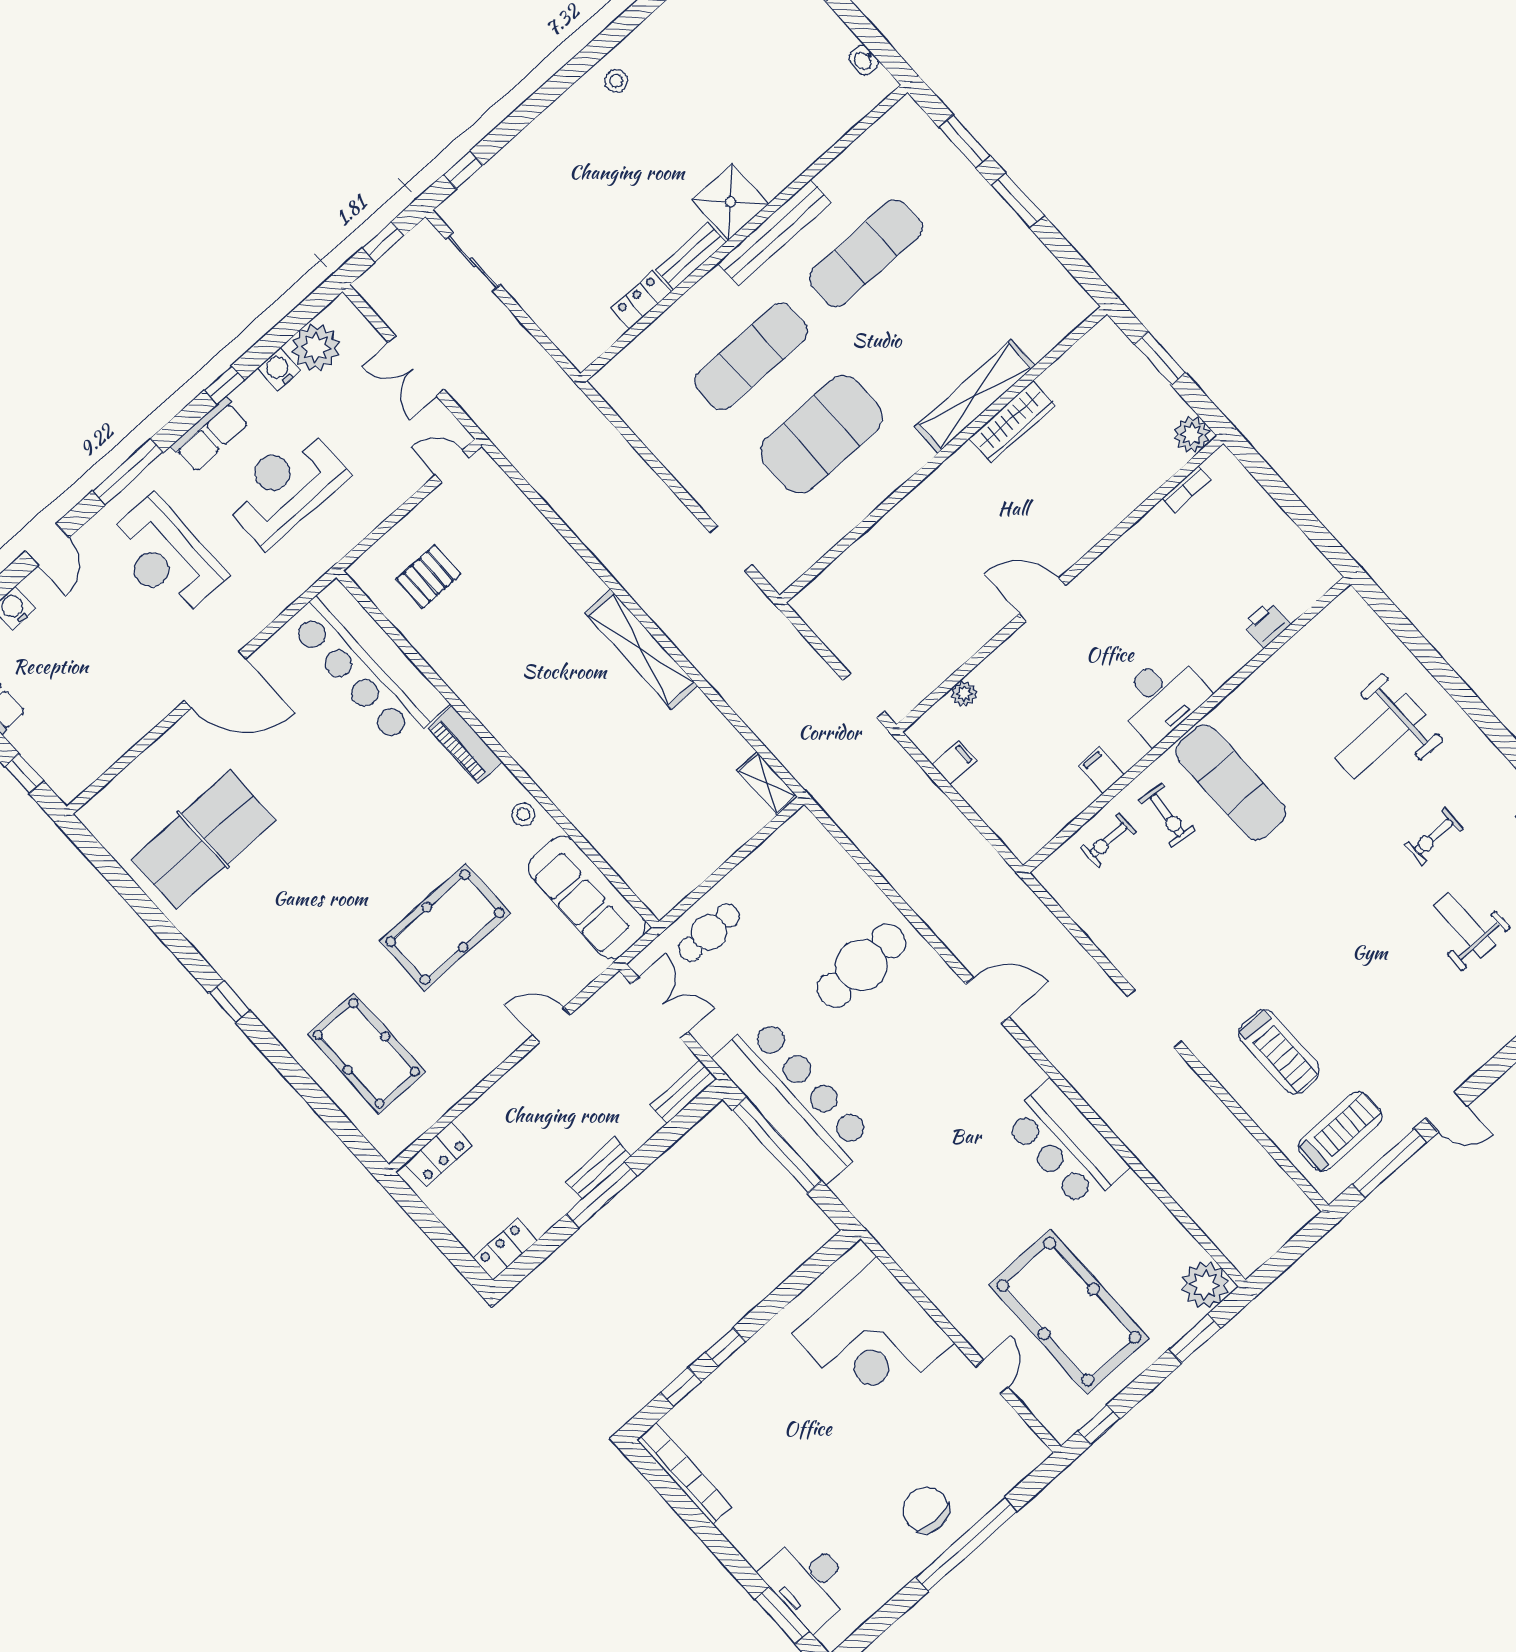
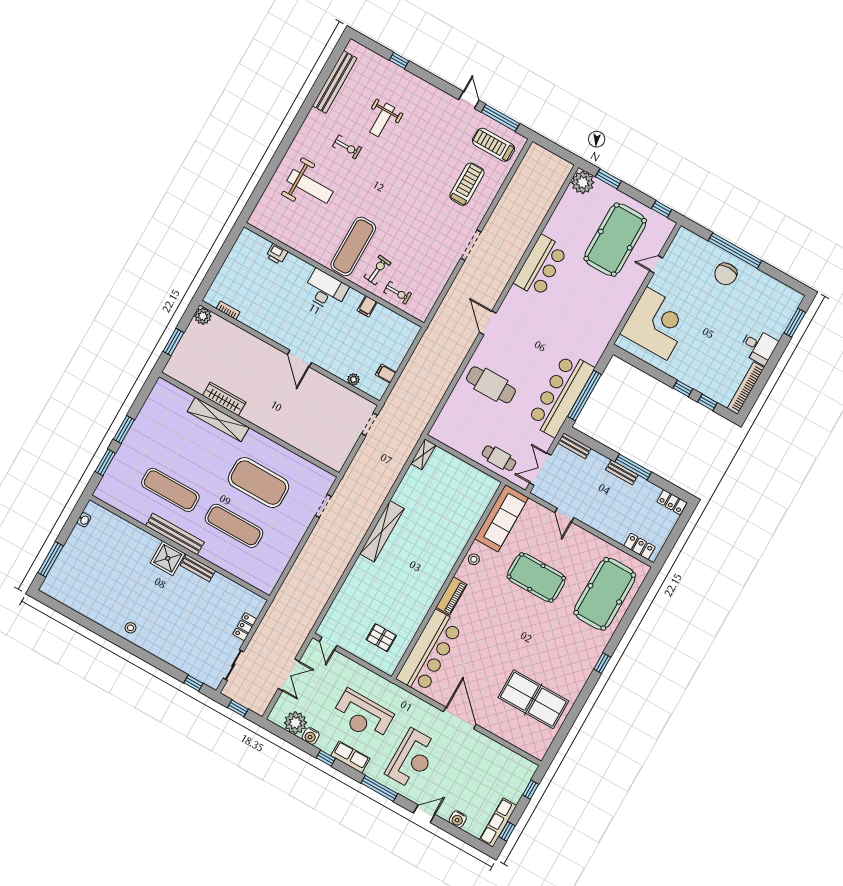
locker: (641, 300) -> (245, 627), moved, turned 90
pool table: (366, 1053) -> (605, 594), width x1.36, depth x1.32
desk: (809, 1582) -> (758, 346), moved, width x0.73

